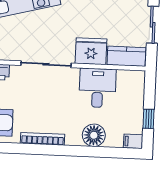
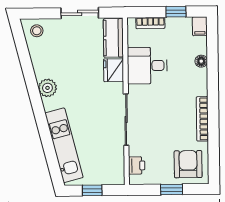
fridge: (91, 51) -> (114, 70), width x0.73, depth x0.75
bookcase: (139, 93) -> (150, 23), added
floor lamp: (94, 135) -> (201, 61), width x0.53, depth x0.53

